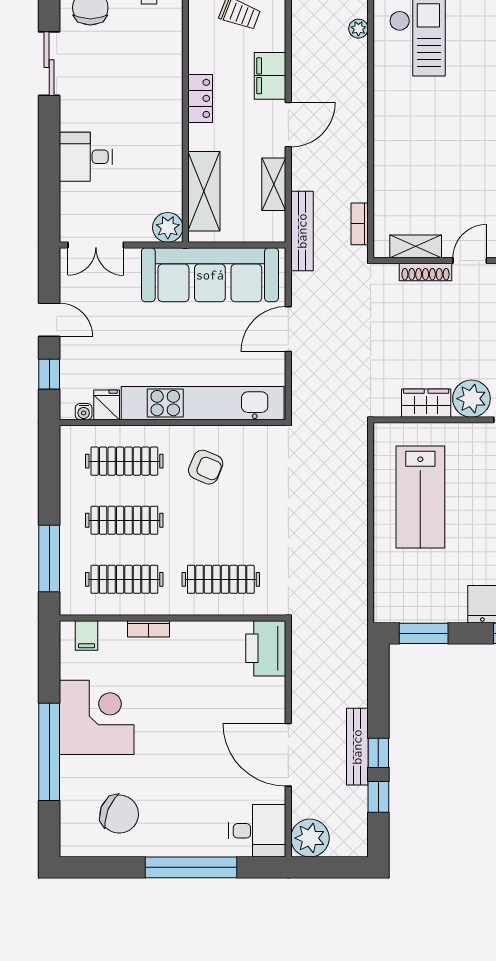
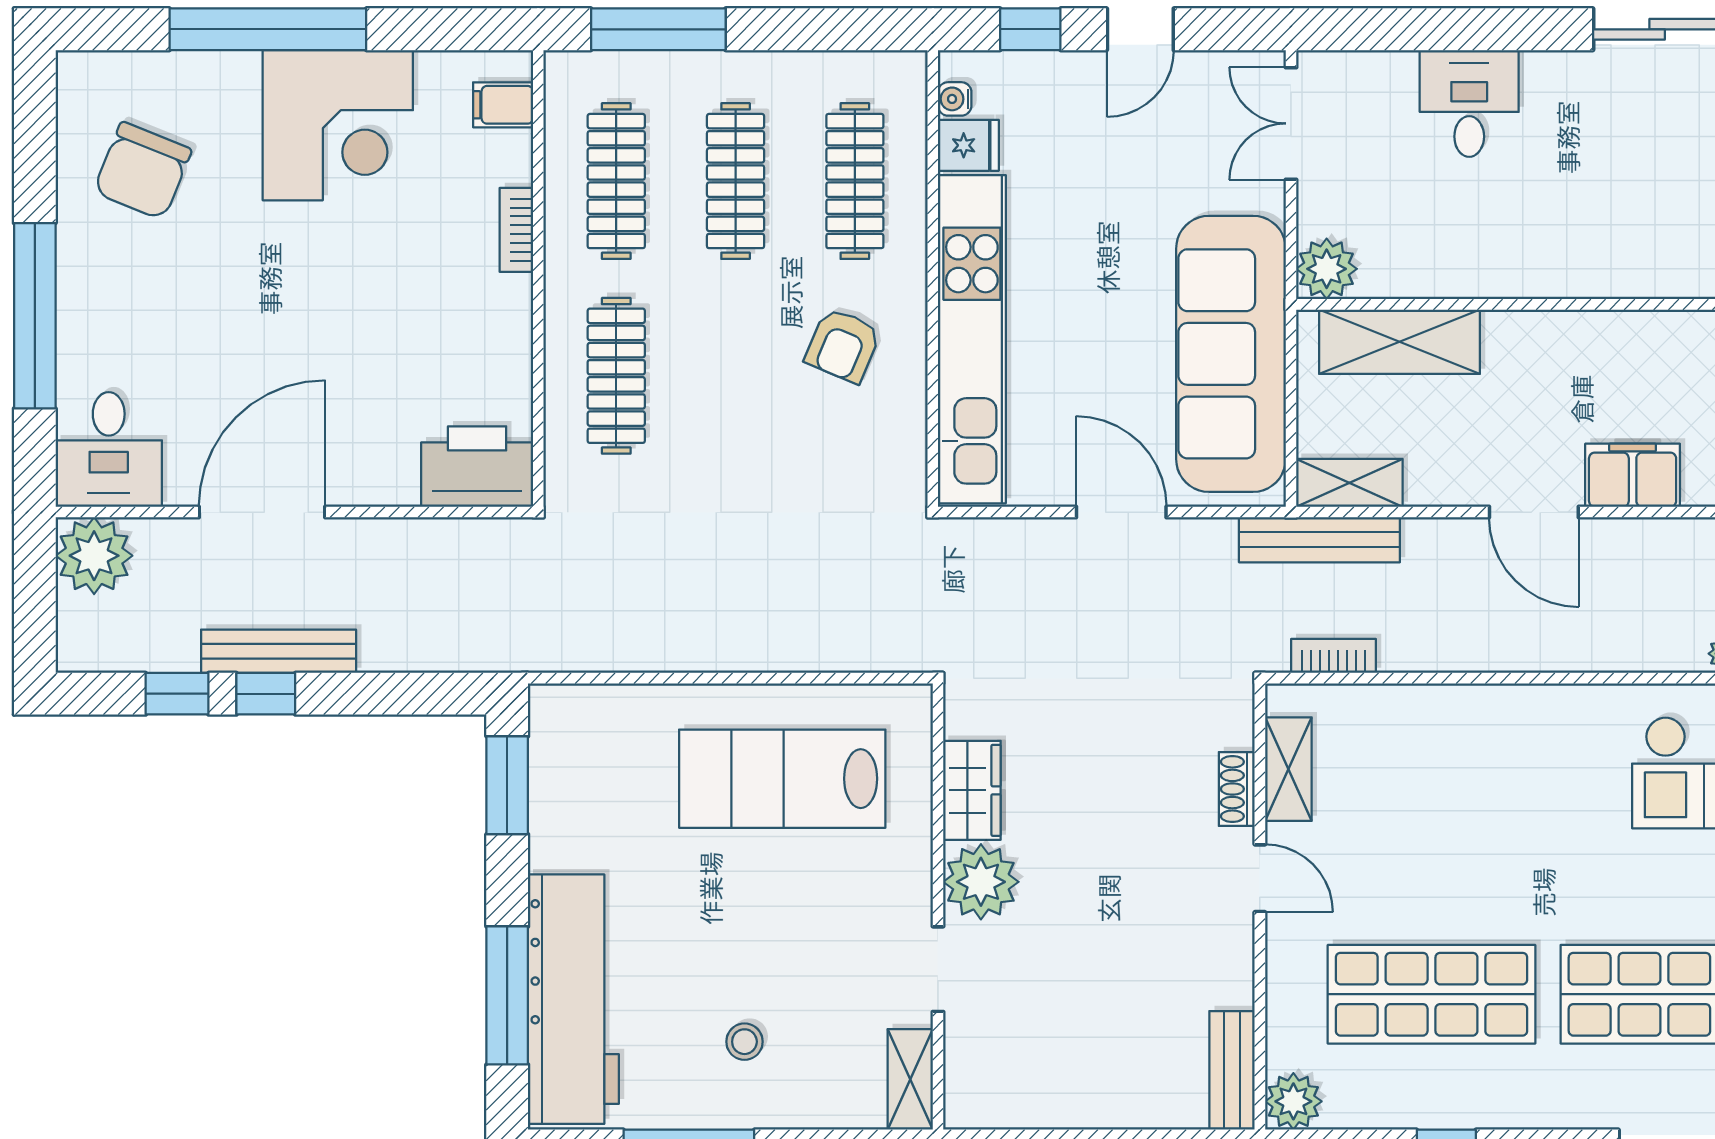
locker: (200, 98) -> (1587, 334), removed
shelving: (274, 184) -> (1349, 483), moved
shoe rack: (426, 272) -> (1237, 789), width x0.70

